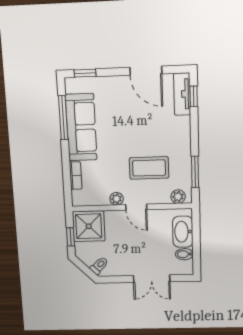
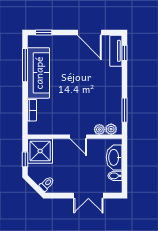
coffee table: (149, 168) -> (89, 106), removed
plant: (117, 199) -> (99, 129), moved

